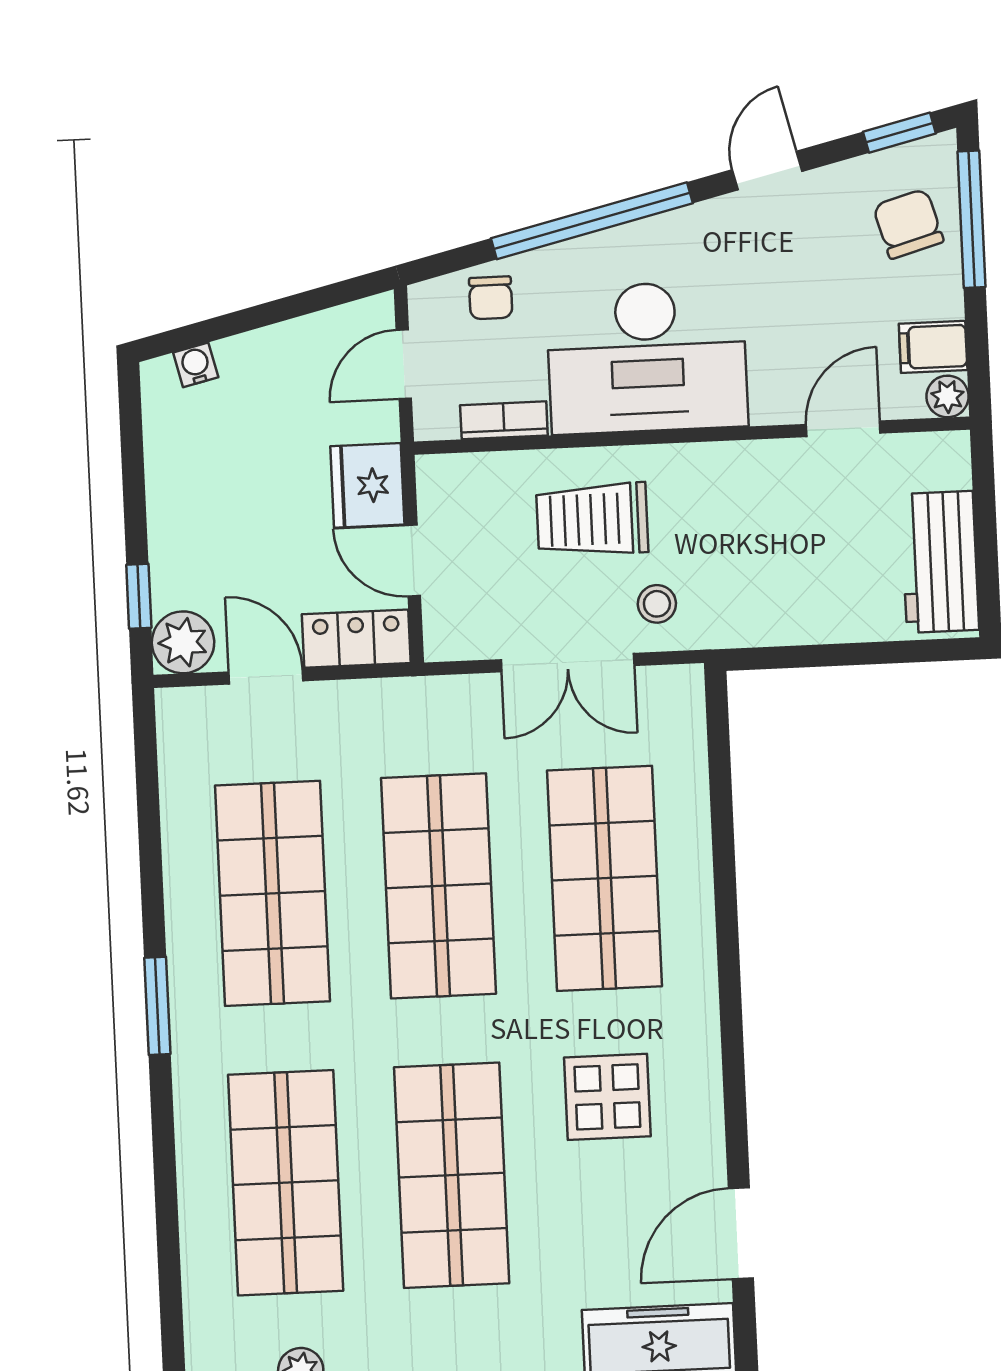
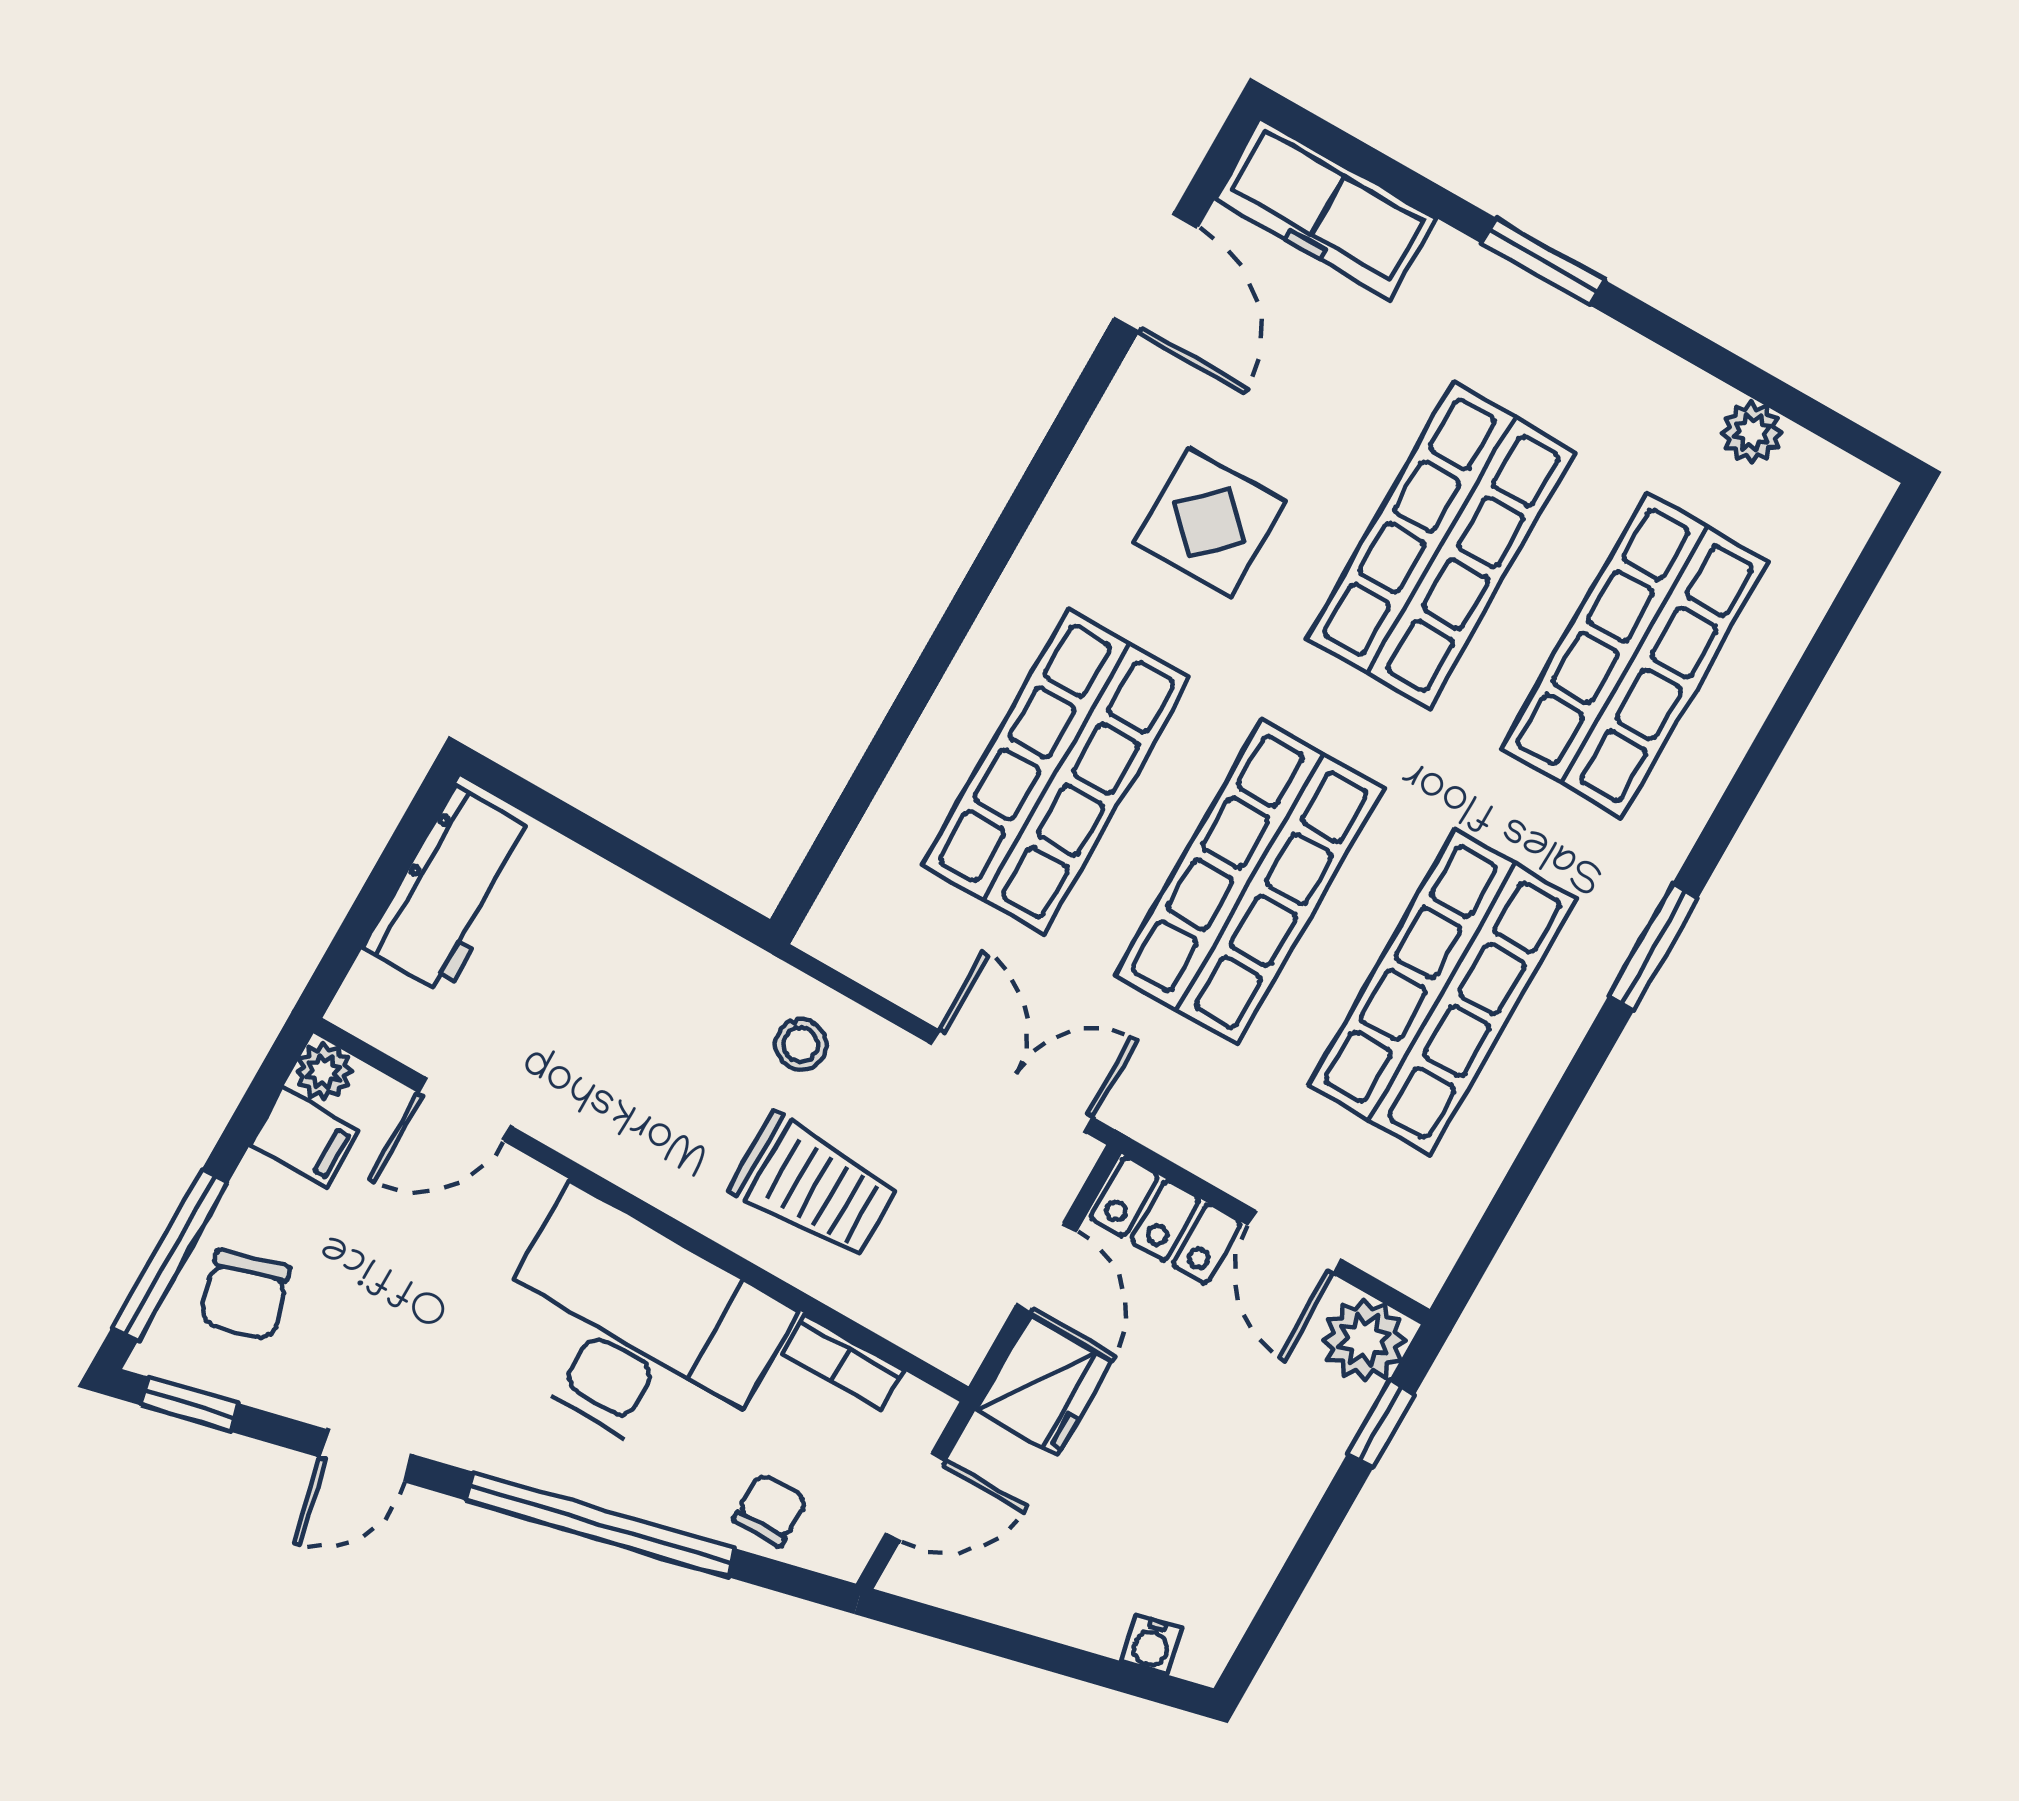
double door: (568, 663) -> (1012, 1081), moved
door: (741, 1233) -> (1156, 273), hinge flipped

